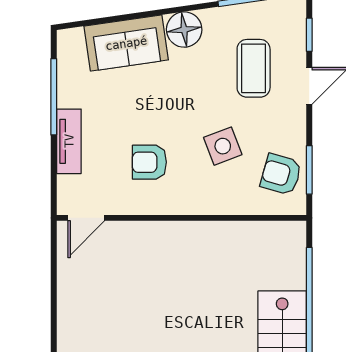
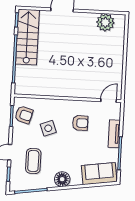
sofa: (126, 43) -> (99, 174), moved

